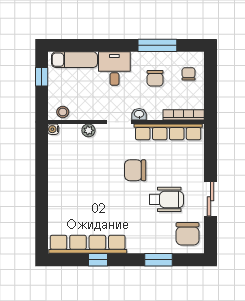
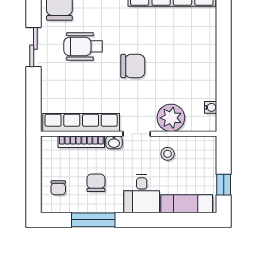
stool: (63, 112) -> (168, 154), moved
bookcase: (184, 115) -> (81, 142), moved
water cooler: (53, 129) -> (211, 107), moved
plant: (88, 130) -> (171, 118), width x1.88, depth x1.88
chair: (135, 170) -> (133, 66), moved

